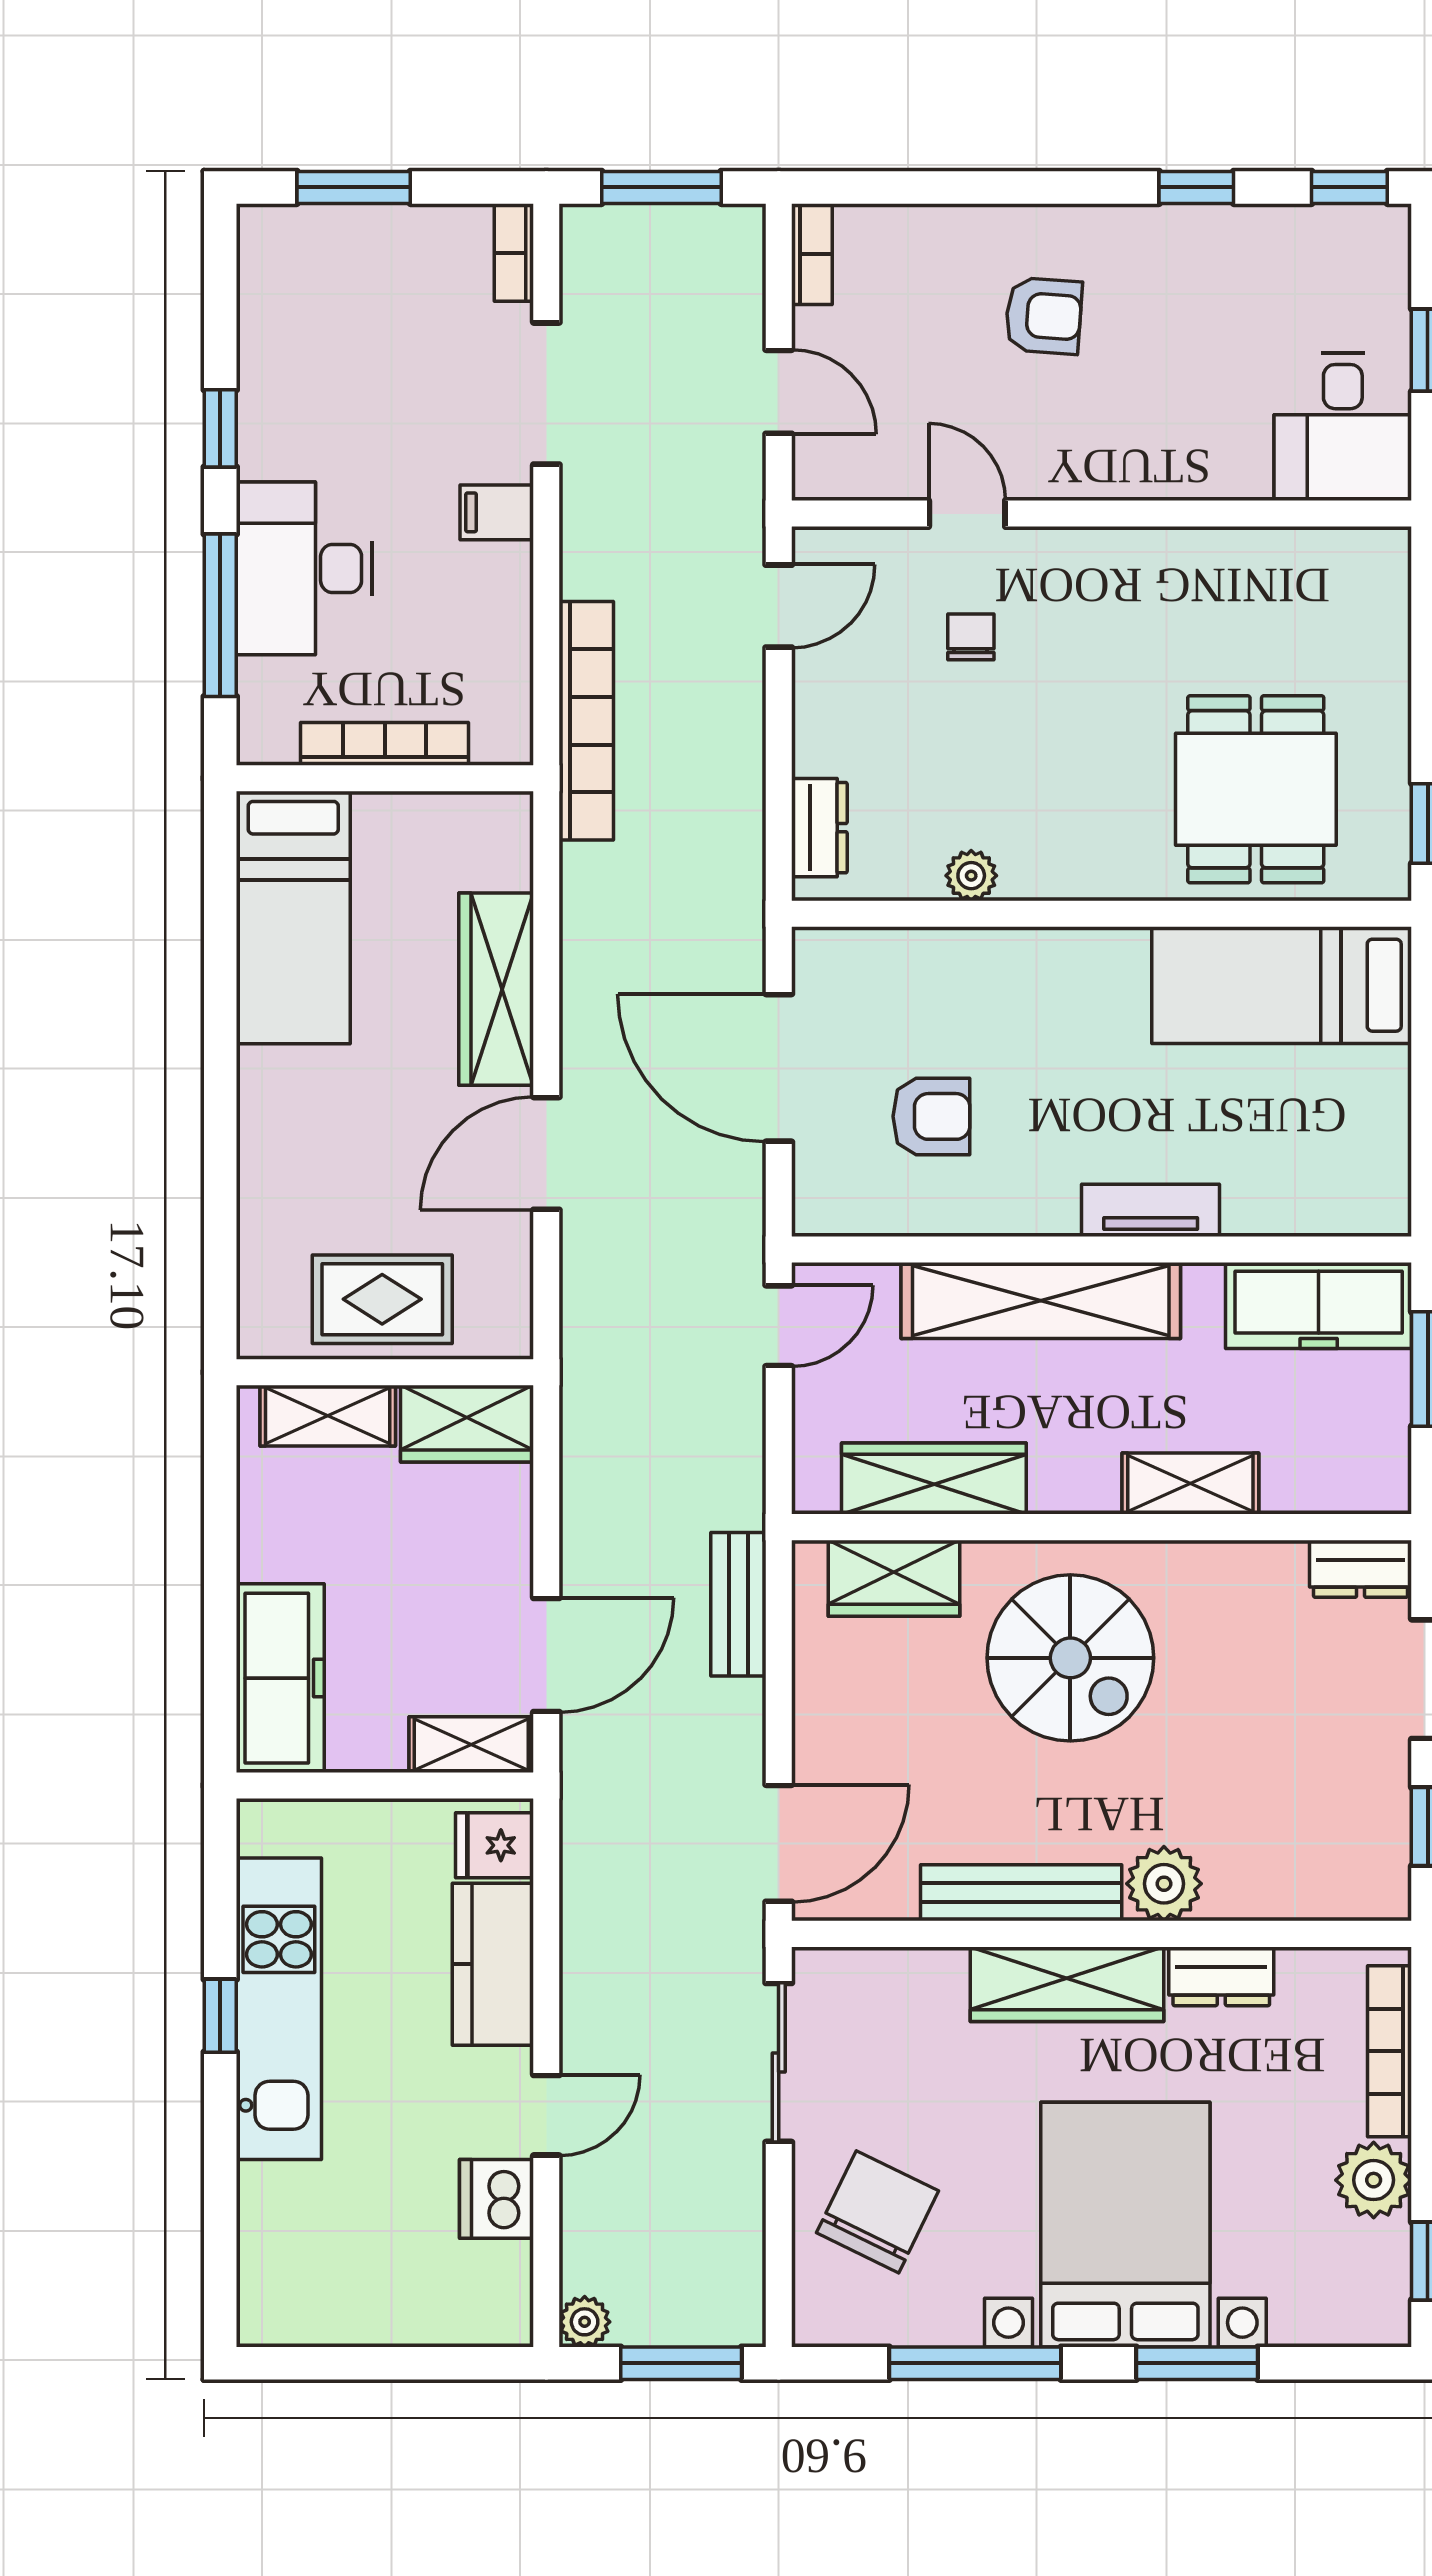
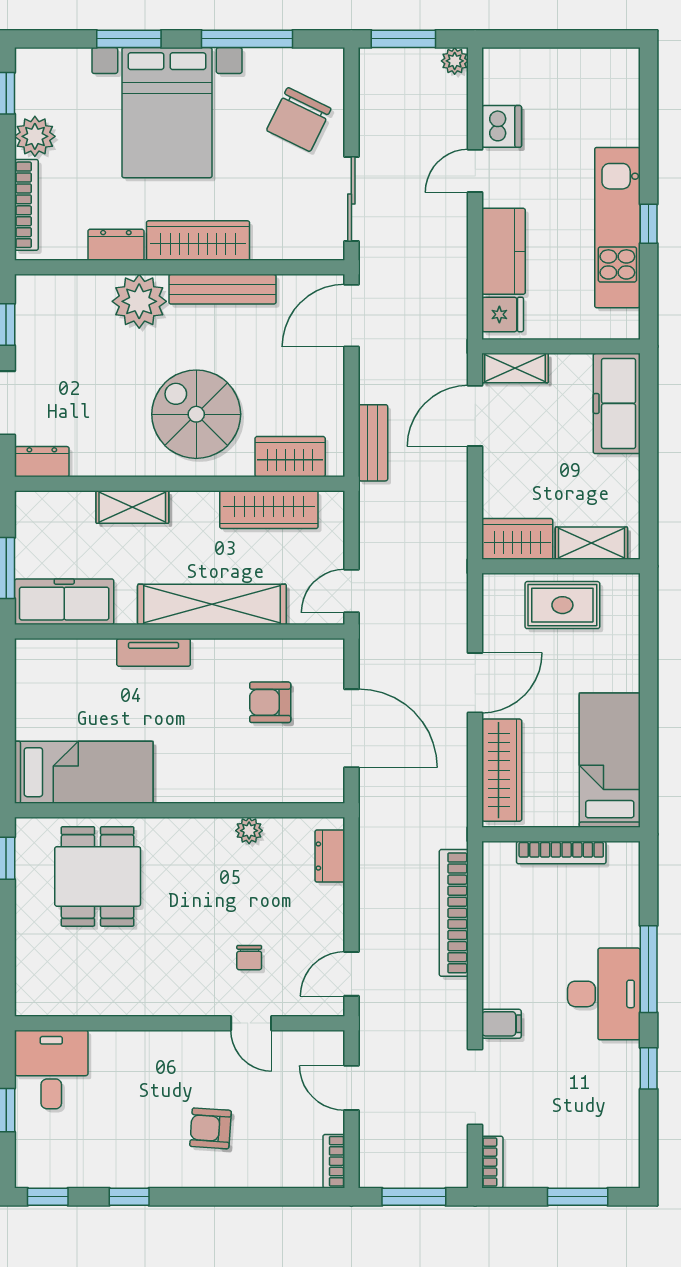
bookcase: (385, 744) -> (561, 853), moved
wall: (385, 778) -> (561, 834), moved
bed: (293, 918) -> (610, 760), moved
plant: (1164, 1884) -> (139, 301), width x1.36, depth x1.36

